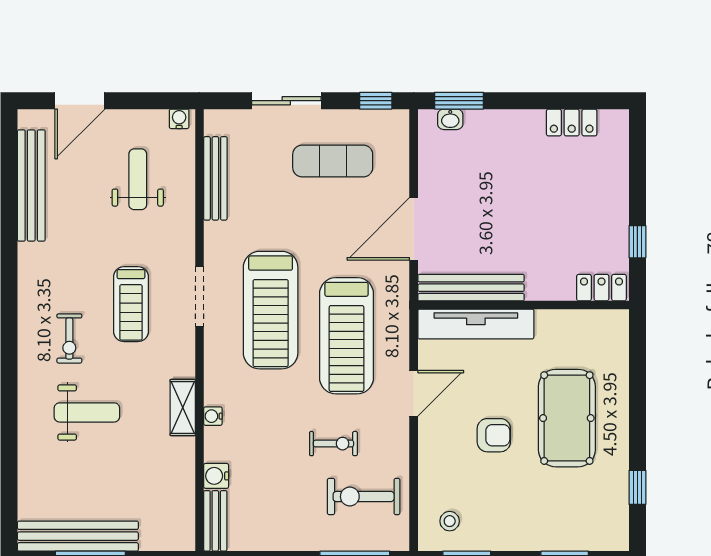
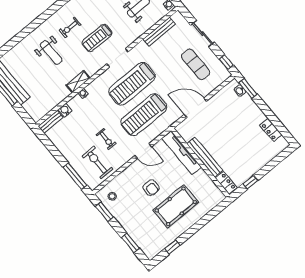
bench: (471, 288) -> (205, 157), moved

